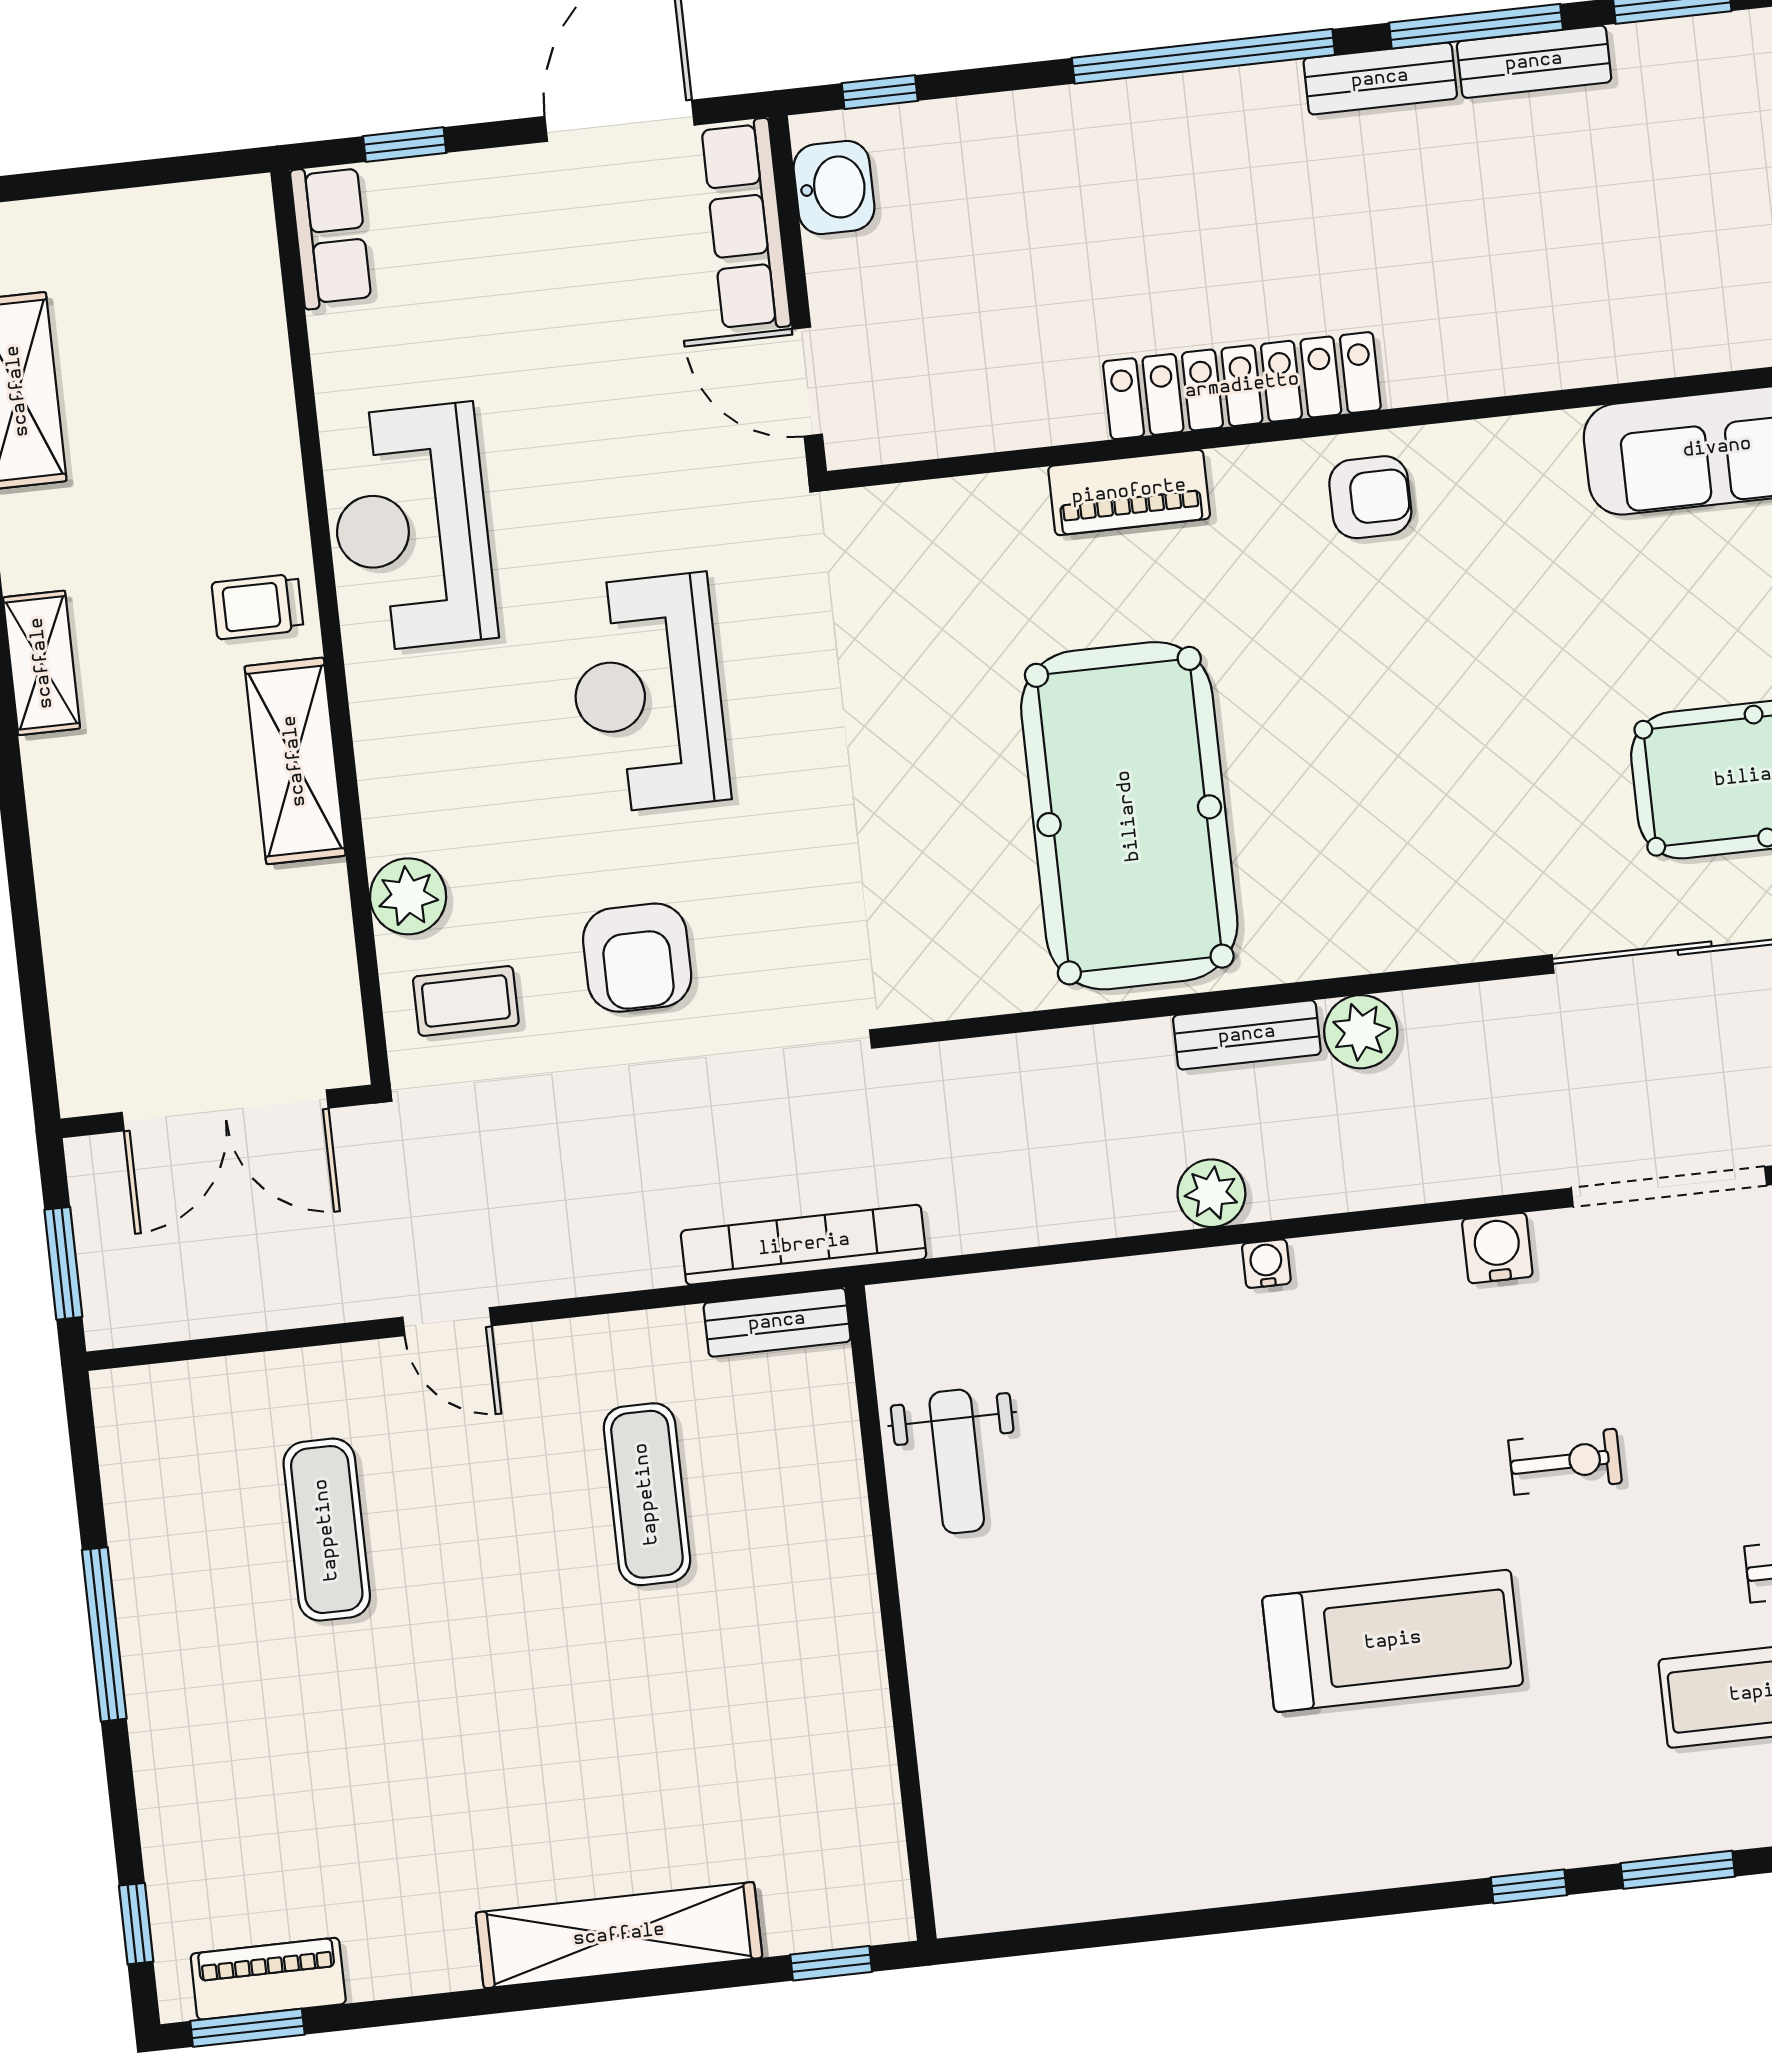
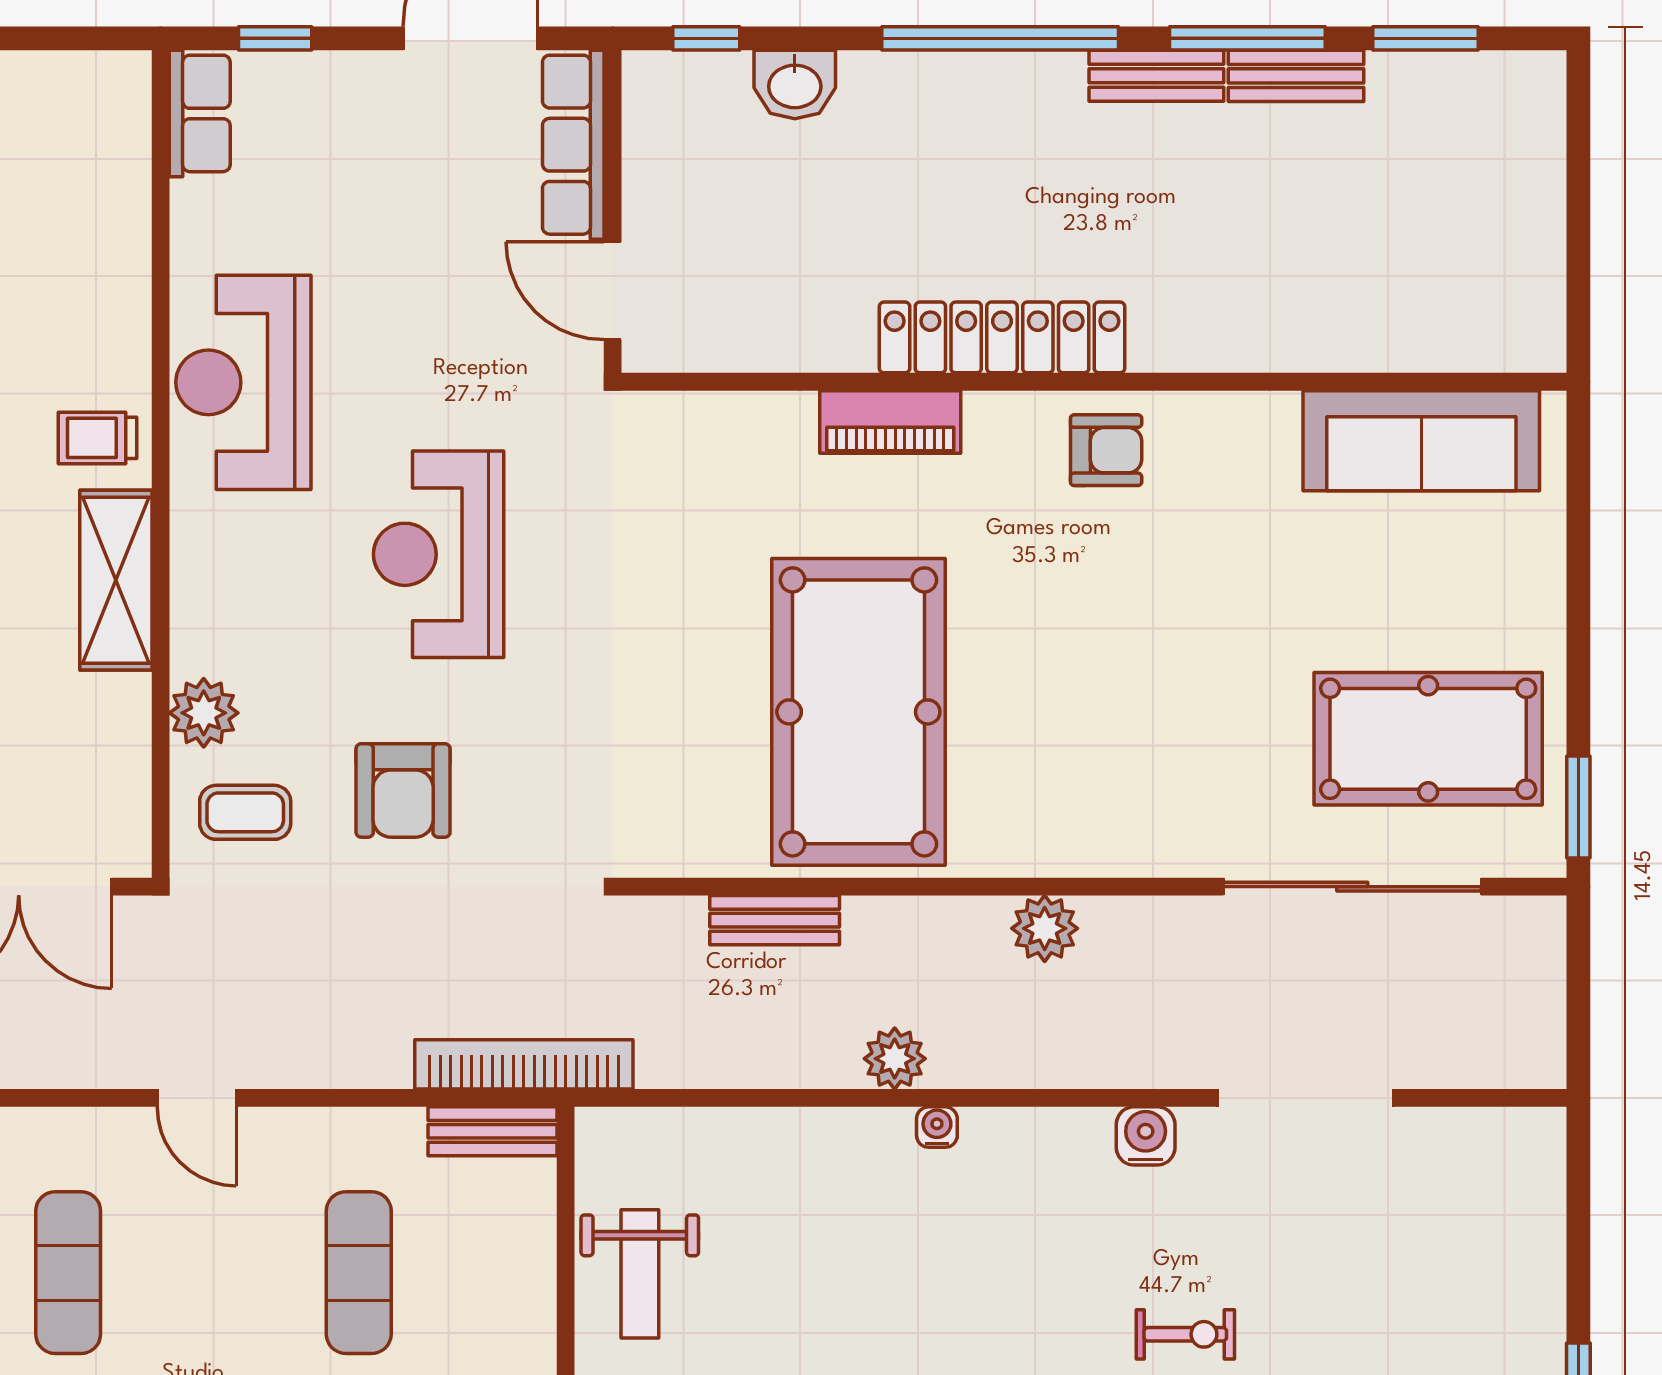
washbasin: (834, 188) -> (795, 84), moved, turned 90
bench: (1247, 1035) -> (775, 920), moved

